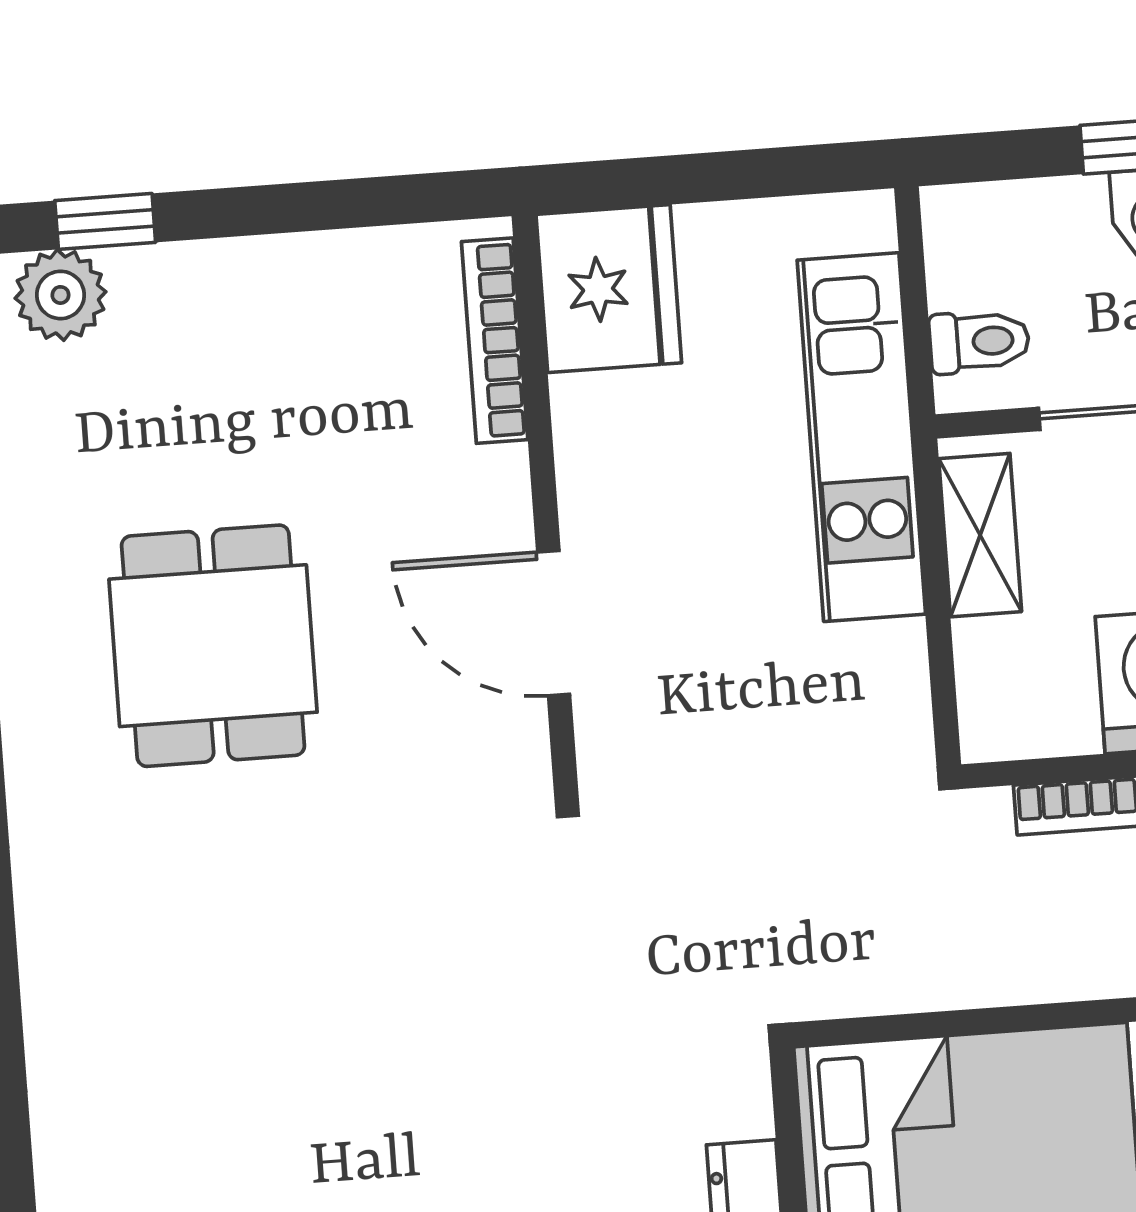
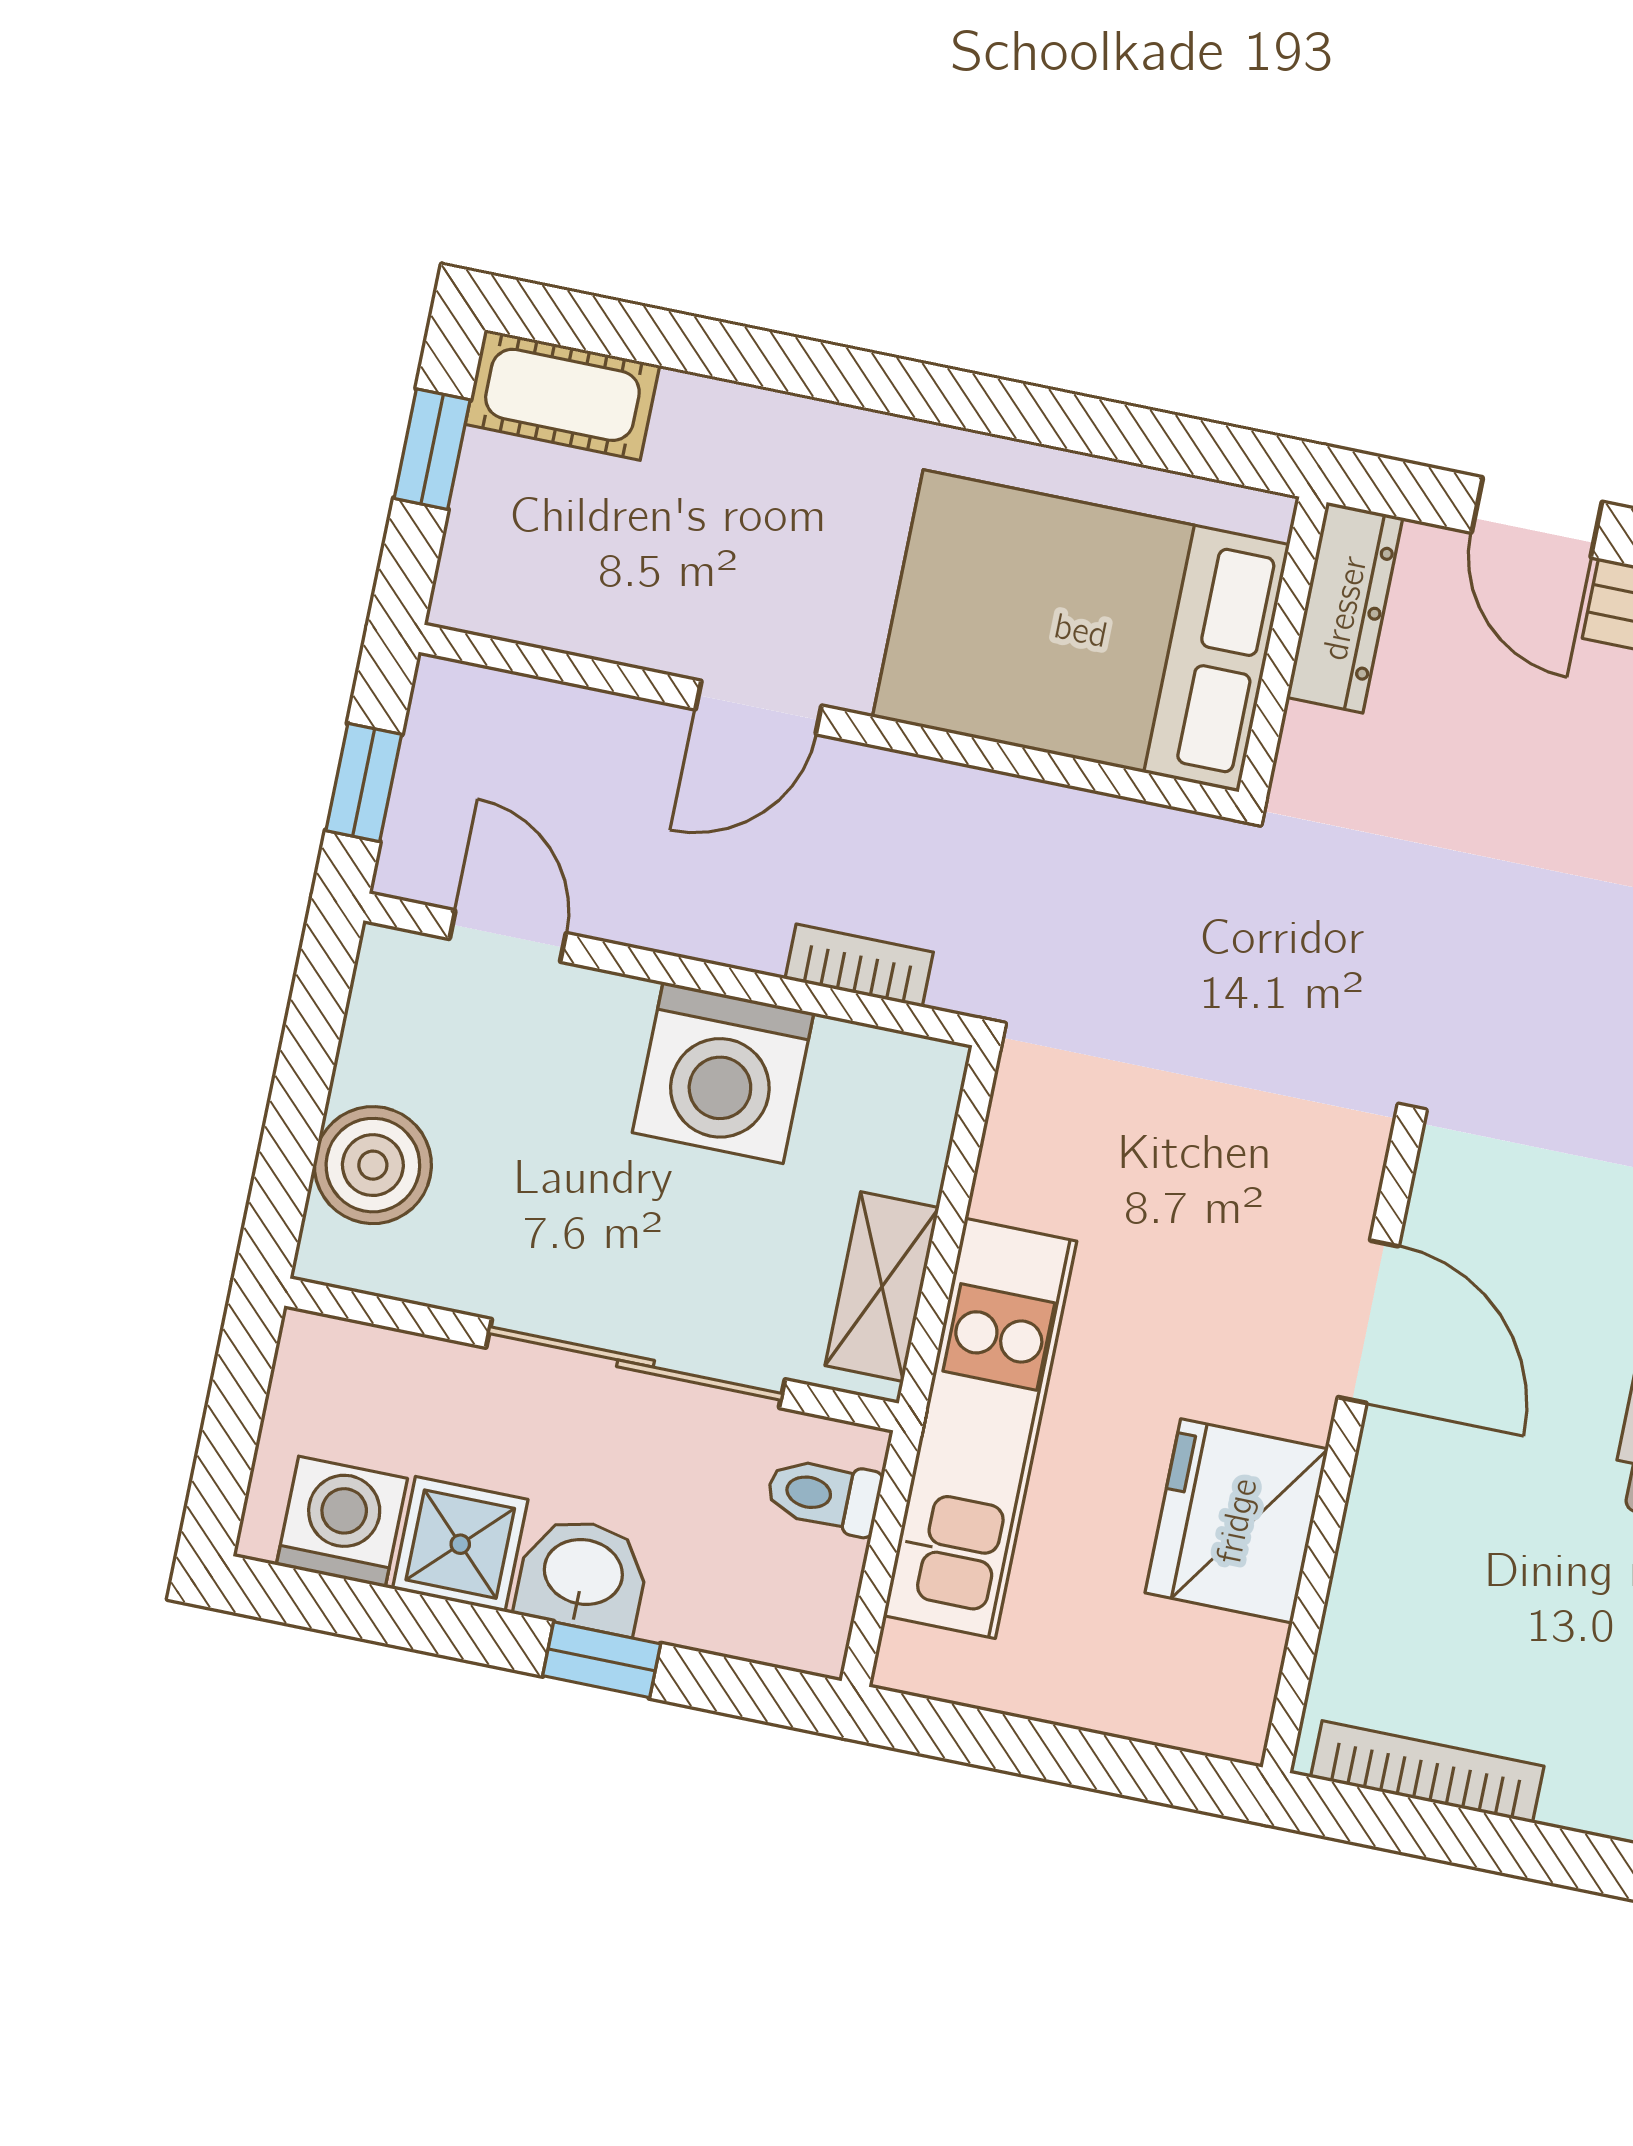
fridge: (609, 289) -> (1237, 1521), moved
bookcase: (495, 341) -> (1427, 1772), moved, turned -90

